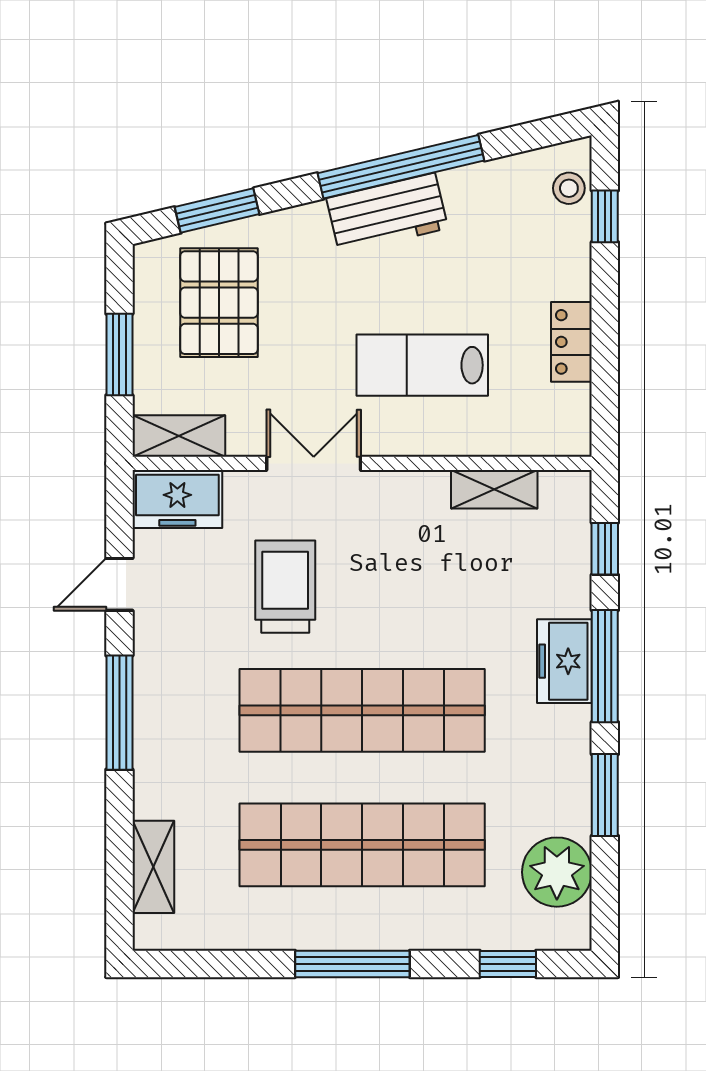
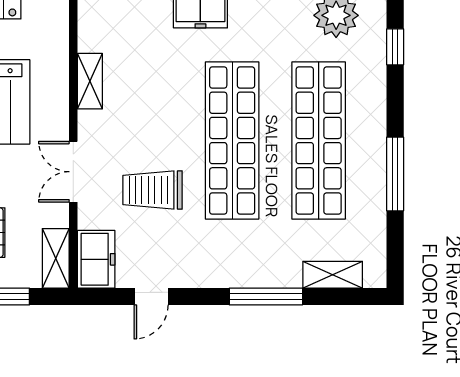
shelving: (494, 489) -> (90, 81), moved
door: (119, 584) -> (151, 297), hinge flipped
window: (119, 713) -> (266, 297), moved
window: (352, 964) -> (395, 174), moved

